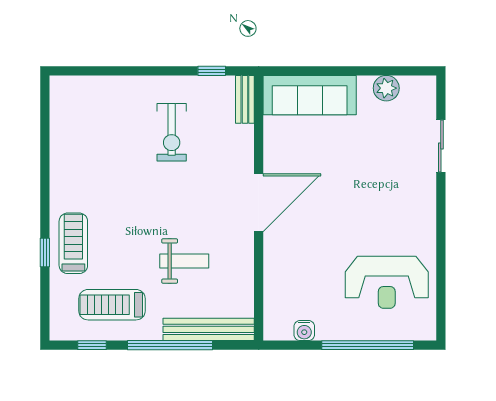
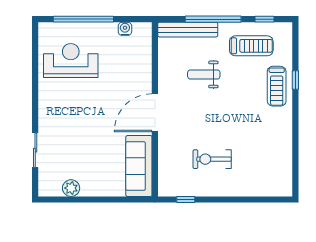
sofa: (310, 95) -> (139, 166), moved, turned -90
bench: (245, 99) -> (164, 181), removed
exercise bike: (172, 132) -> (212, 159), turned -90

